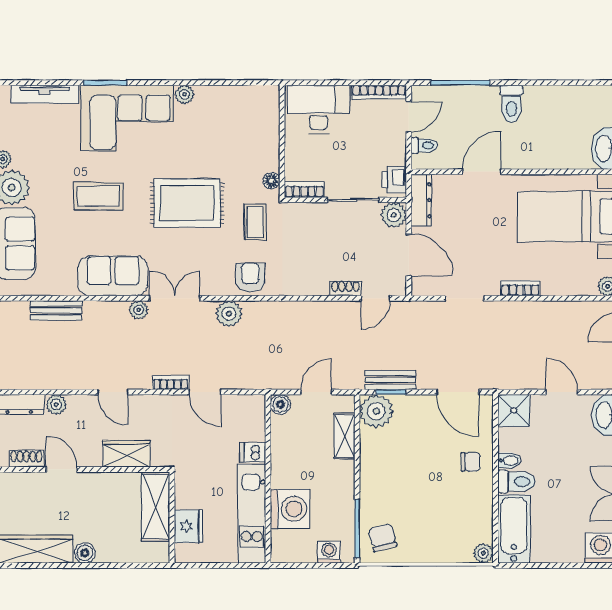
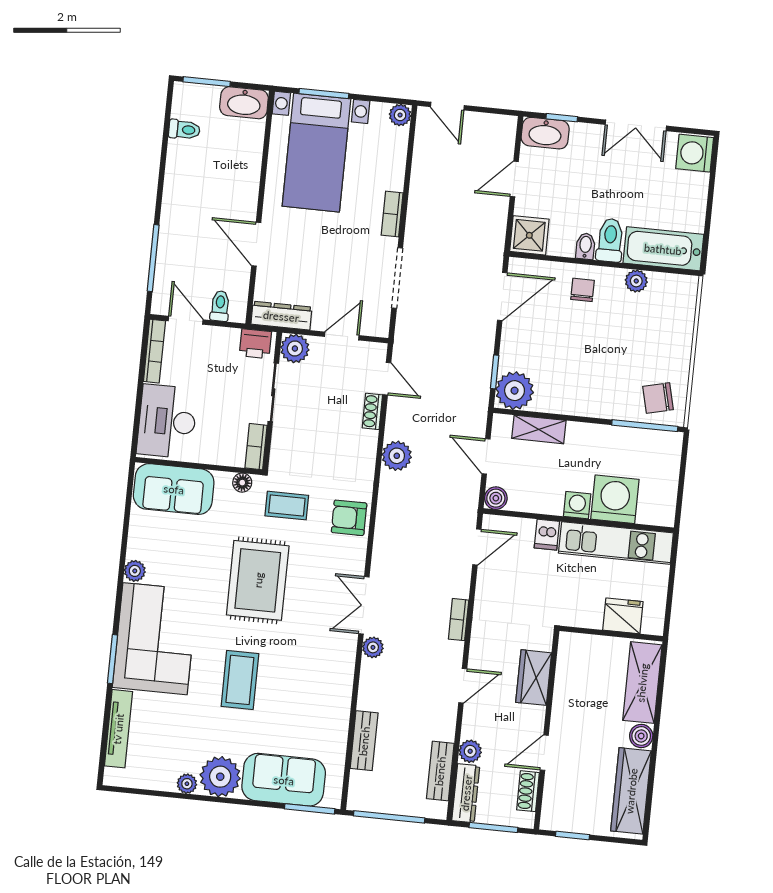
toilet: (511, 104) -> (184, 130), moved, width x0.73, depth x0.72
door: (409, 255) -> (342, 336), width x0.73
sofa: (113, 276) -> (174, 489), moved, turned -90
doorway: (465, 298) -> (397, 278), width x1.38
plant: (229, 314) -> (397, 456), moved
bench: (390, 380) -> (440, 771), moved
door: (205, 392) -> (477, 547), moved
shelving: (156, 507) -> (642, 683), moved, turned 90
washing machine: (329, 552) -> (577, 505), moved, turned 90
plant: (483, 553) -> (636, 281), moved

